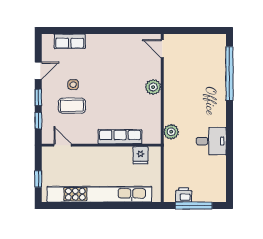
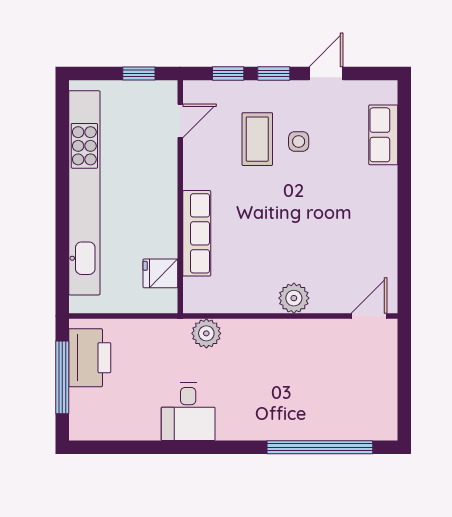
door: (38, 71) -> (326, 73), swing flipped
window: (38, 179) -> (139, 73), moved
printer: (184, 195) -> (90, 358), width x1.87, depth x1.48

